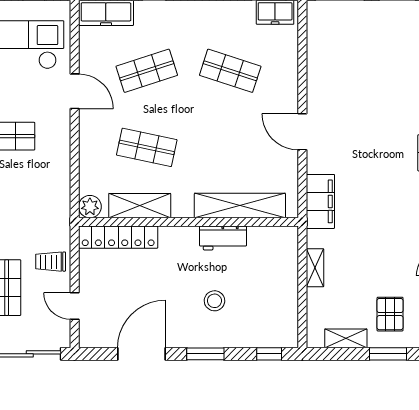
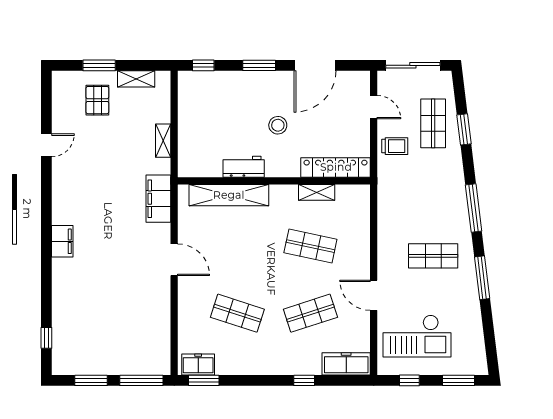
shelving: (140, 206) -> (317, 192), width x0.67, depth x0.75
plant: (90, 207) -> (360, 194), removed
stool: (214, 301) -> (278, 125), moved

